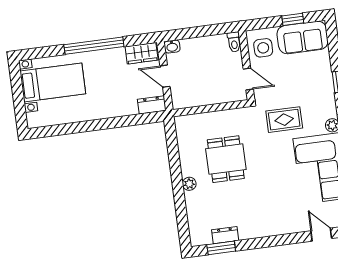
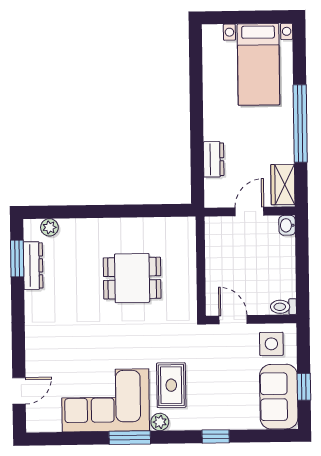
door: (248, 79) -> (233, 320), swing flipped
dresser: (152, 105) -> (214, 159), moved
rug: (284, 120) -> (171, 385), moved
plant: (189, 184) -> (49, 227), moved
dresser: (225, 235) -> (33, 266), width x1.44

